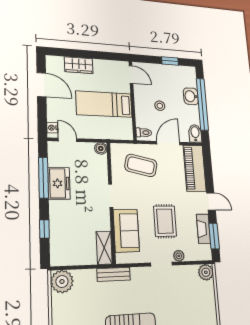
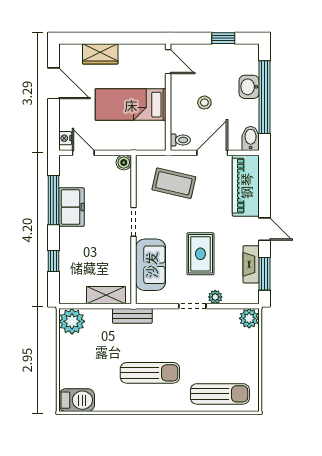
shelving: (104, 248) -> (106, 295), moved, turned 90

